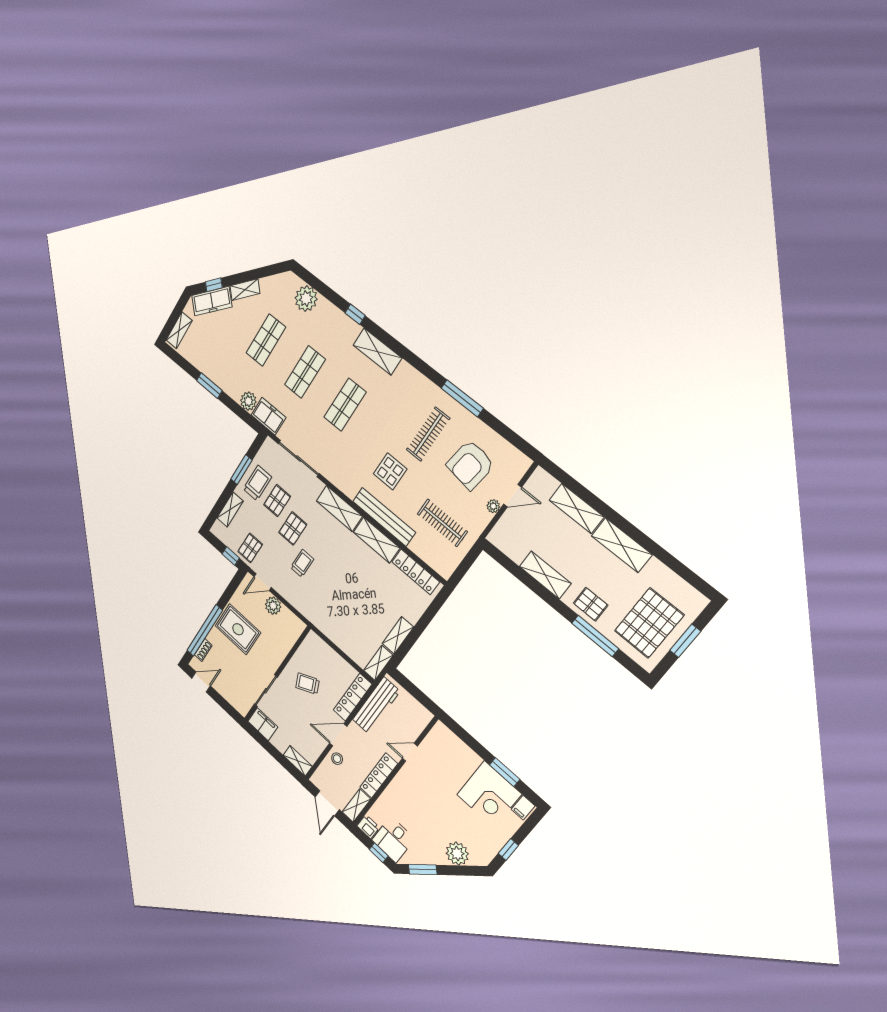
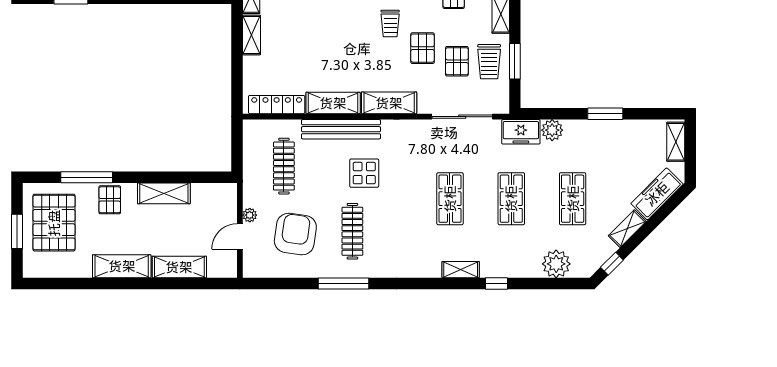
window: (214, 285) -> (612, 264), moved
shelving: (378, 352) -> (461, 270), width x0.67, depth x0.75
clothes rail: (442, 523) -> (284, 166), turned 90
pallet: (591, 604) -> (110, 200), turned 90

